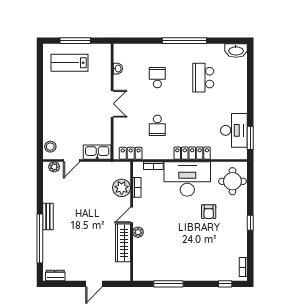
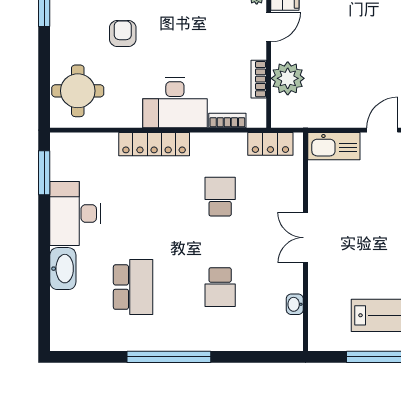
washbasin: (236, 51) -> (63, 269), moved, turned 90
desk: (234, 130) -> (75, 214), moved
desk: (187, 179) -> (175, 103), width x0.73, depth x0.77

